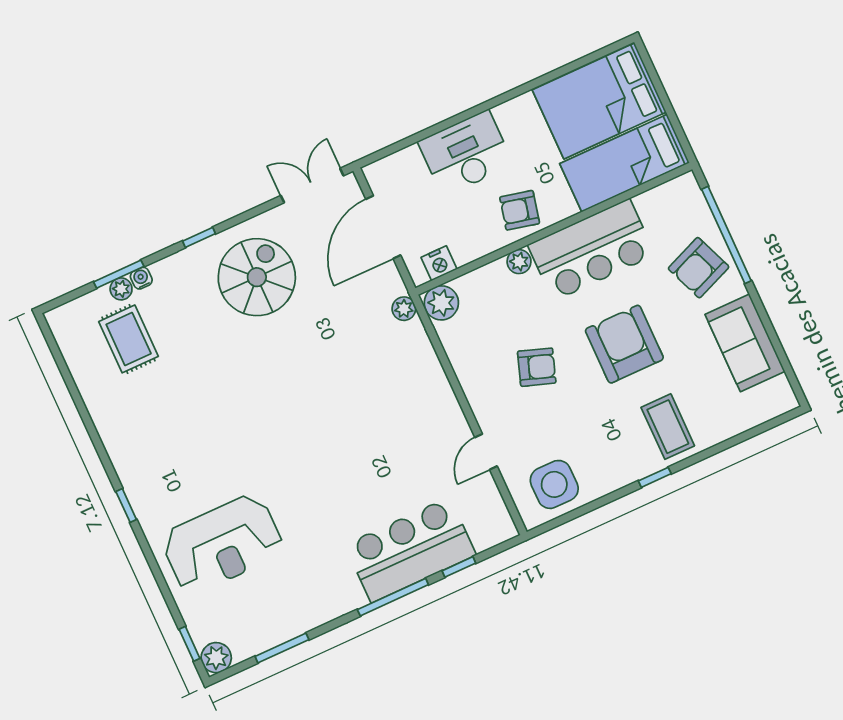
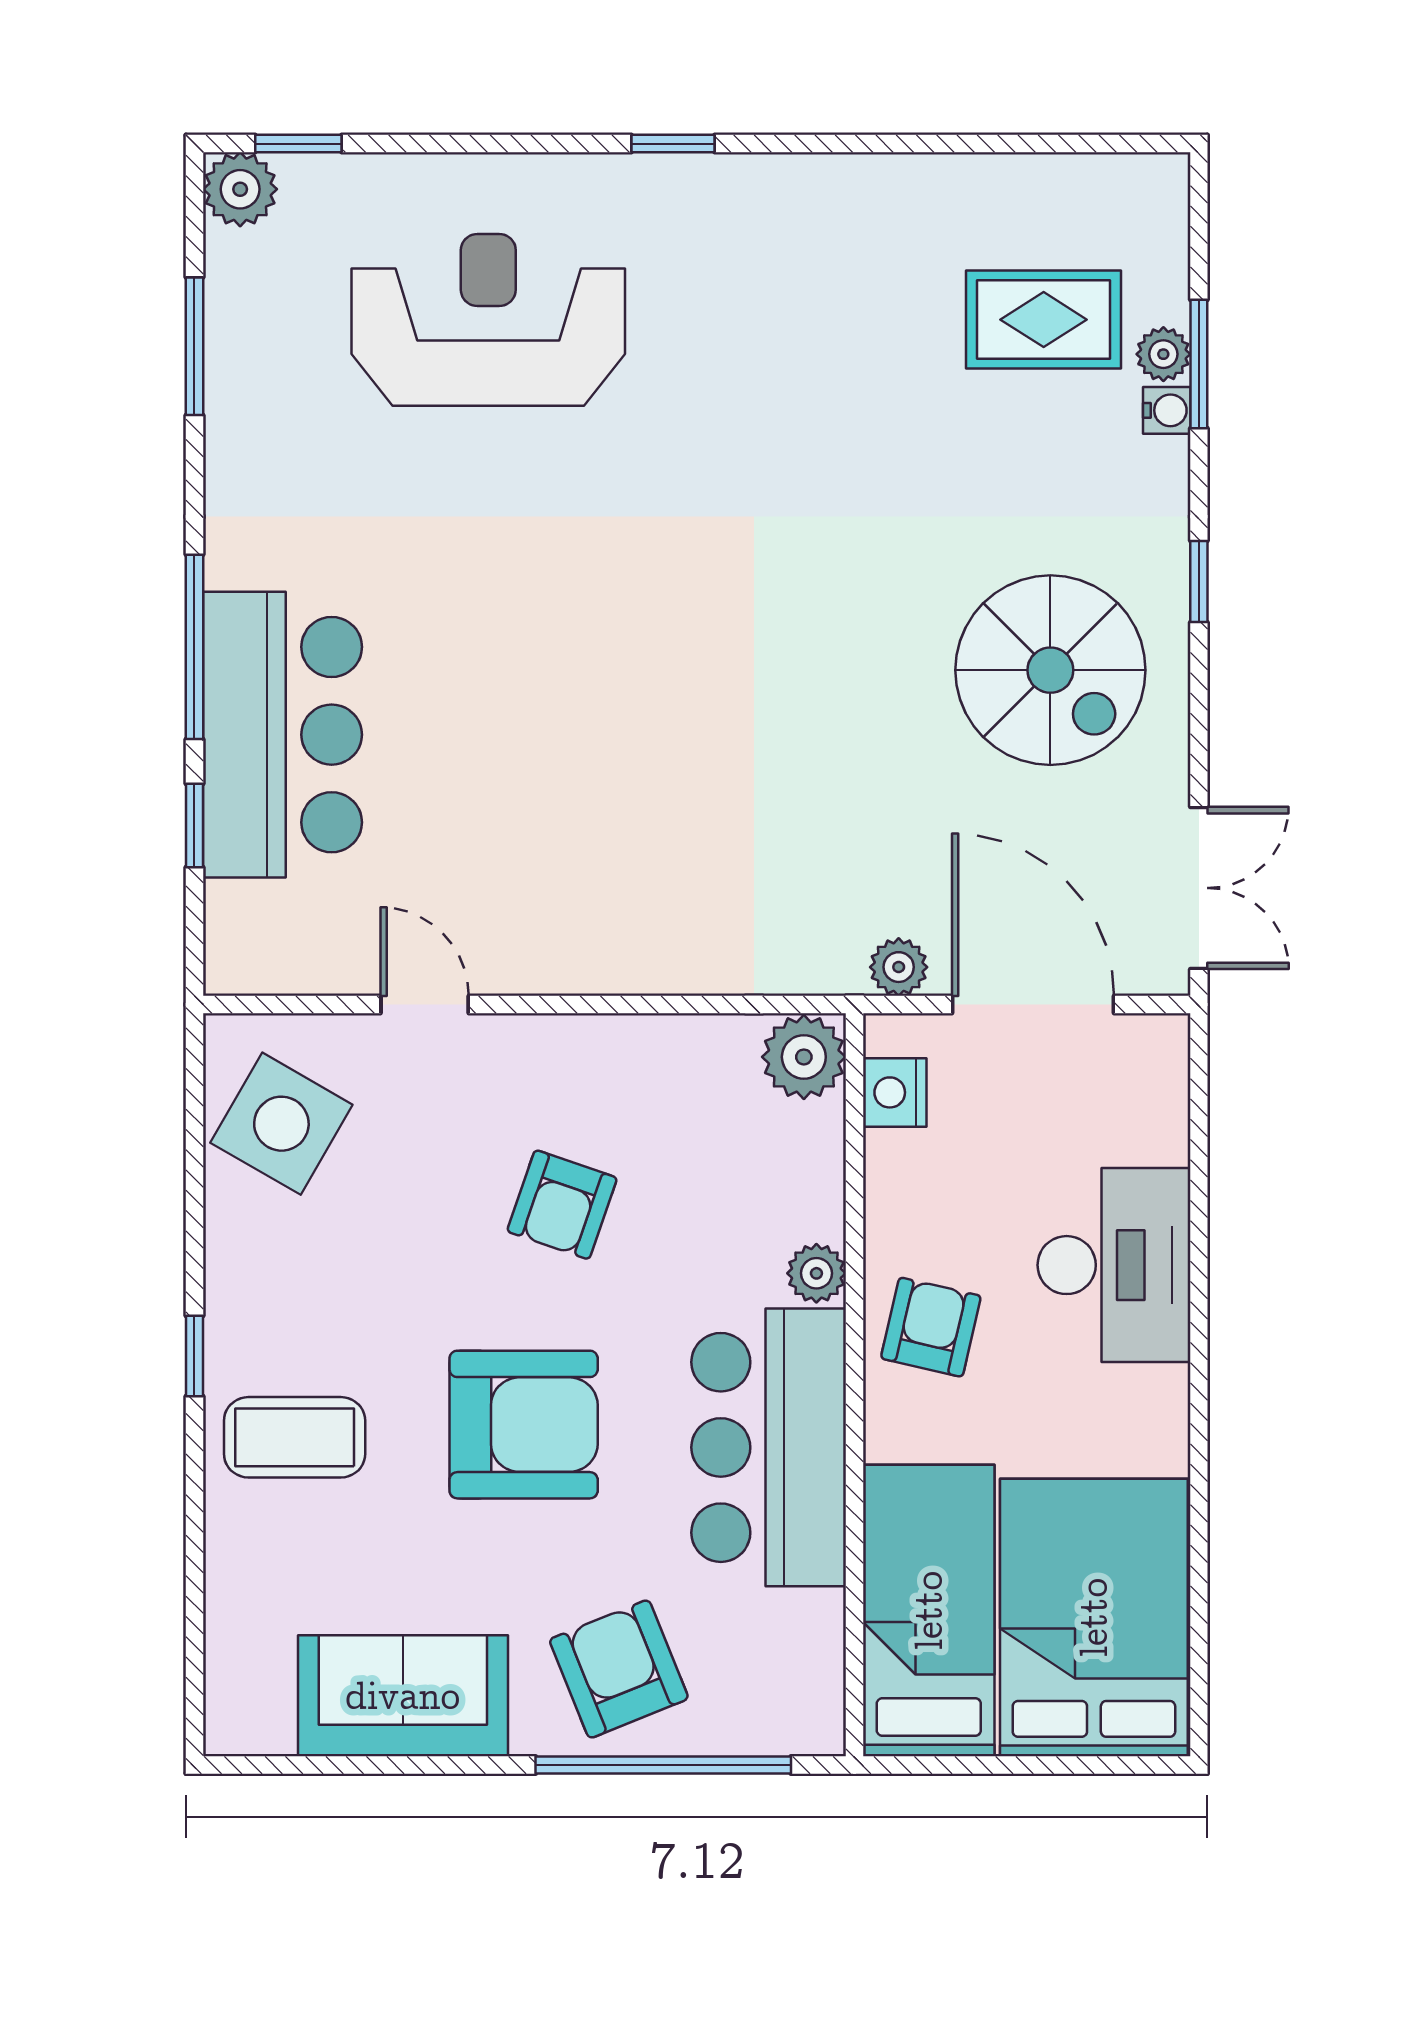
plant: (404, 309) -> (899, 967), moved
side table: (554, 484) -> (281, 1124), turned 30
reception desk: (222, 544) -> (488, 320), turned 90

